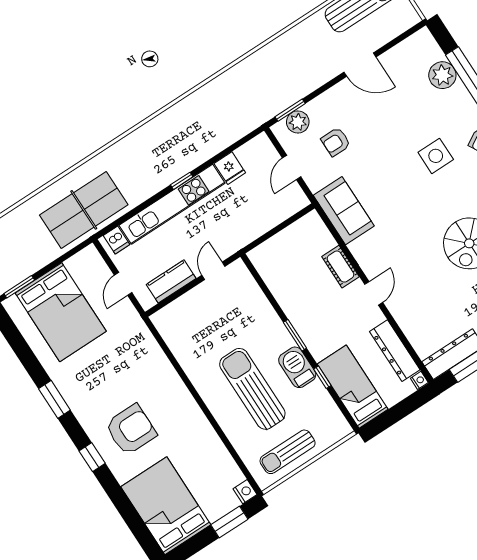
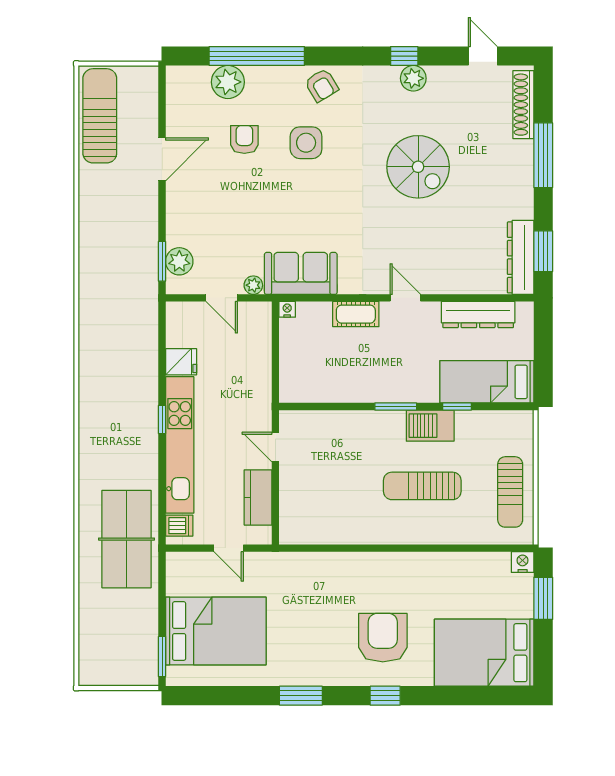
armchair: (336, 142) -> (244, 139), moved, turned 180
plant: (315, 183) -> (253, 285), added
nightstand: (419, 380) -> (287, 309), moved
sun lounger: (252, 389) -> (422, 486), width x0.73, depth x0.75

